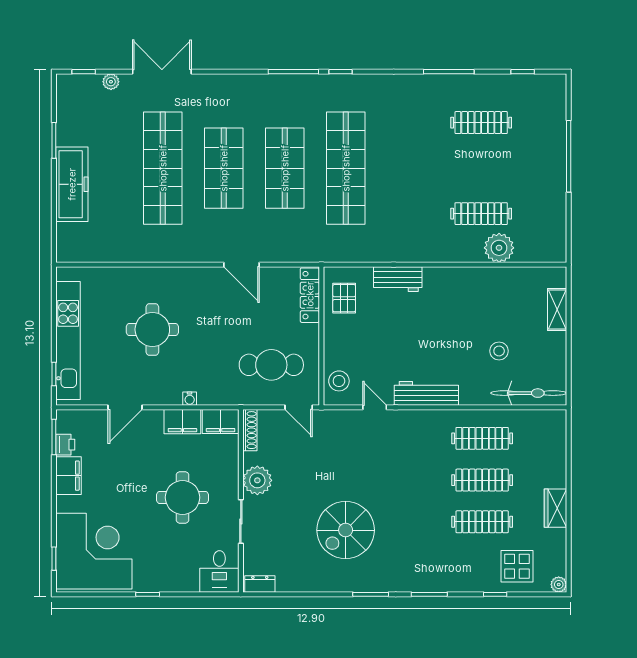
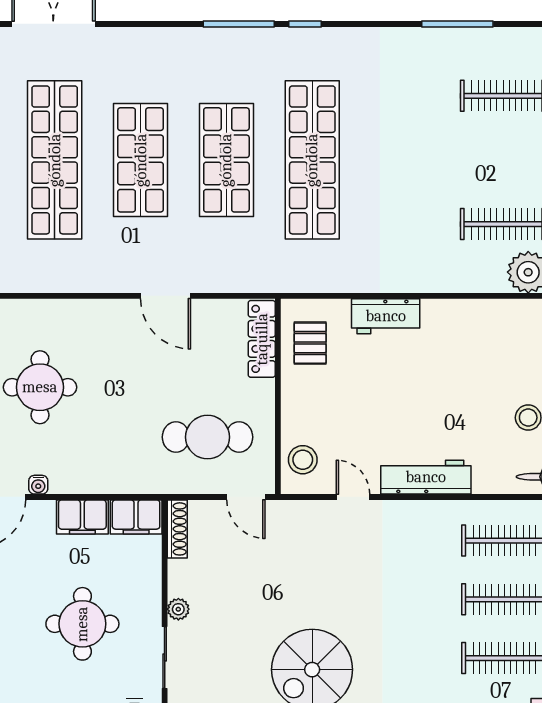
water cooler: (190, 399) -> (38, 485), moved
plant: (257, 480) -> (178, 609), width x0.53, depth x0.53

